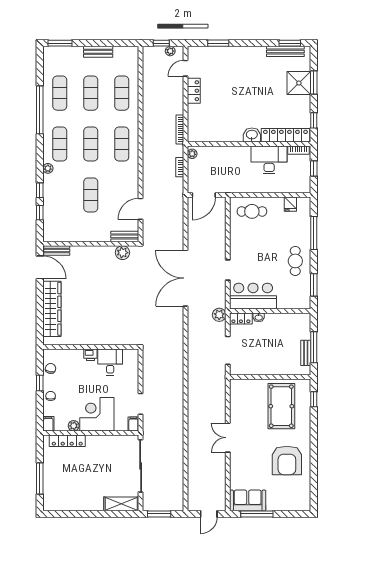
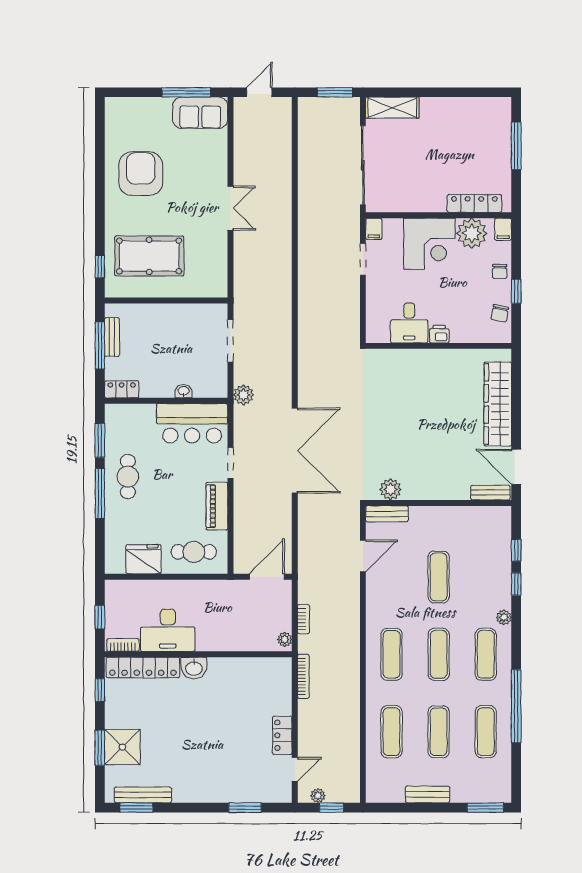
fridge: (290, 204) -> (143, 559), width x1.88, depth x1.34
window: (314, 233) -> (100, 493), moved
piano: (237, 242) -> (217, 506), added
locker: (241, 318) -> (122, 389), moved
pool table: (281, 406) -> (149, 256), turned 90
plant: (74, 426) -> (472, 233), width x1.88, depth x1.88

